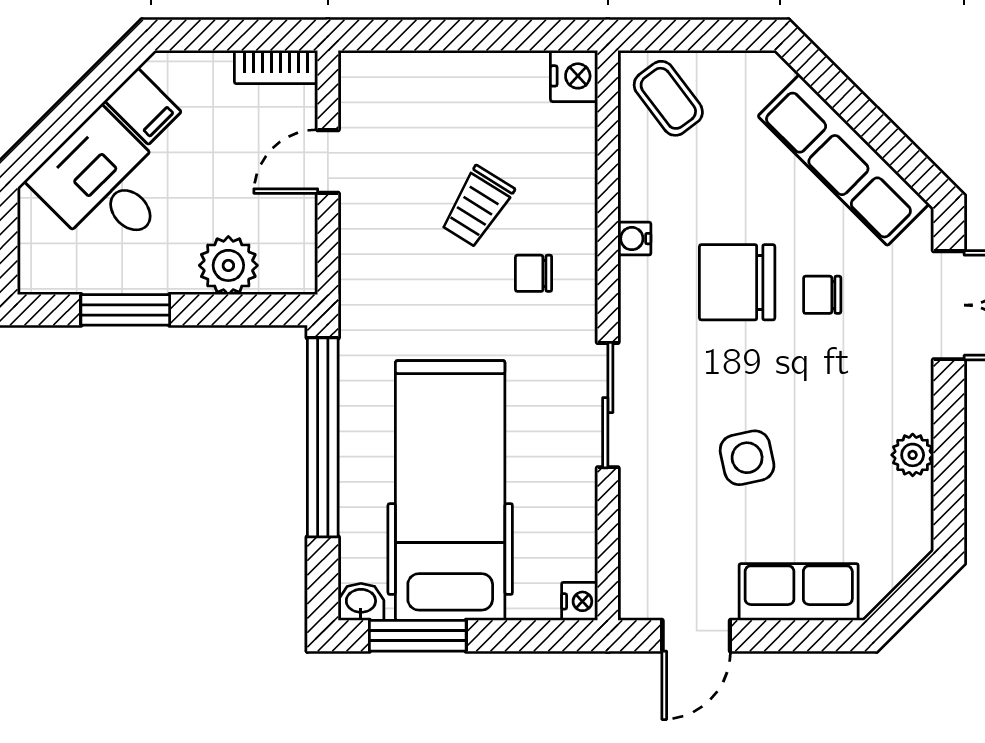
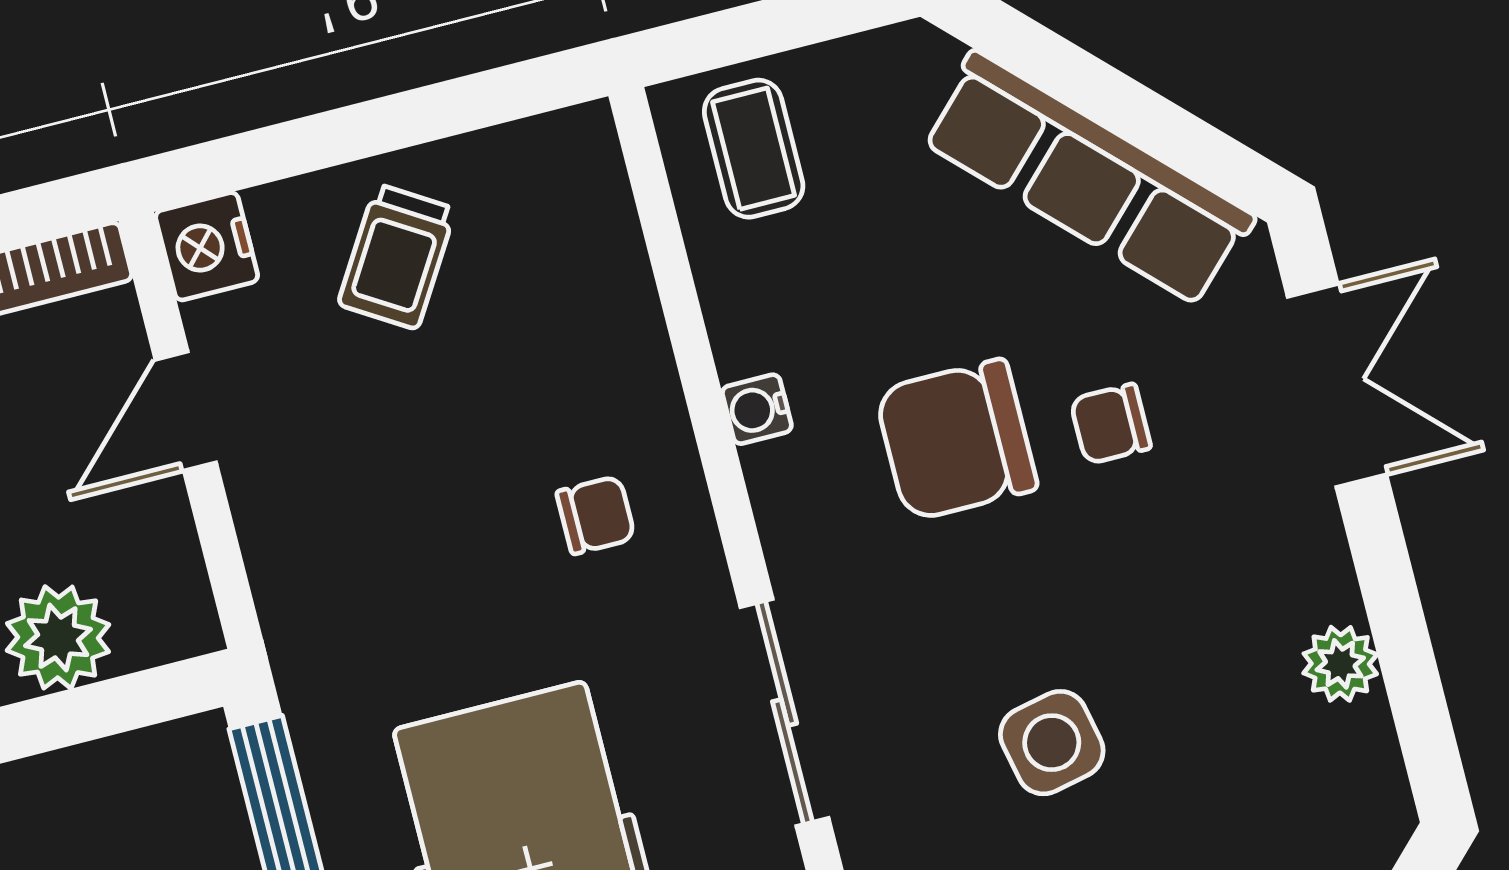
nightstand: (574, 76) -> (207, 246), moved, turned 180
coffee table: (668, 98) -> (754, 149), turned 37
trolley: (477, 207) -> (397, 257), moved
chair: (534, 273) -> (596, 515), turned 180

